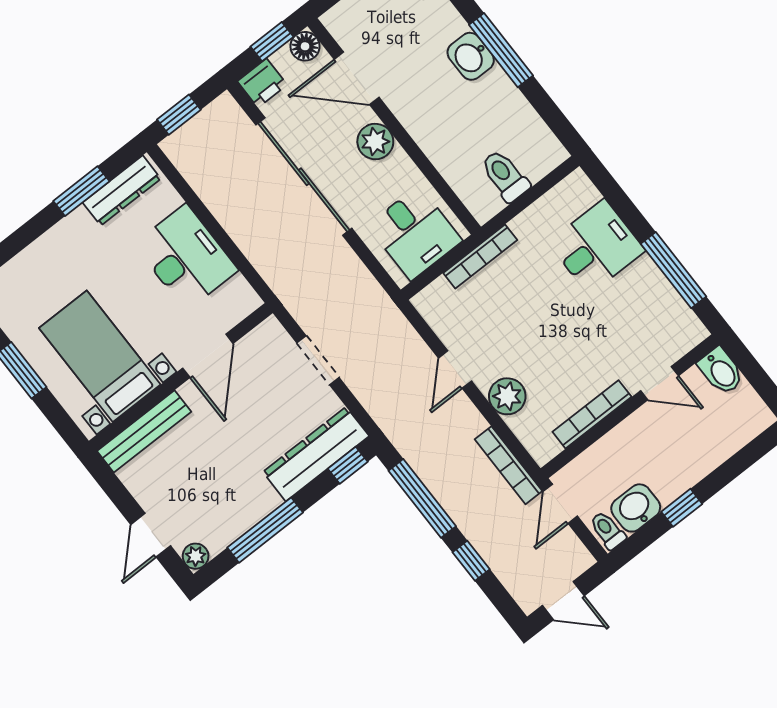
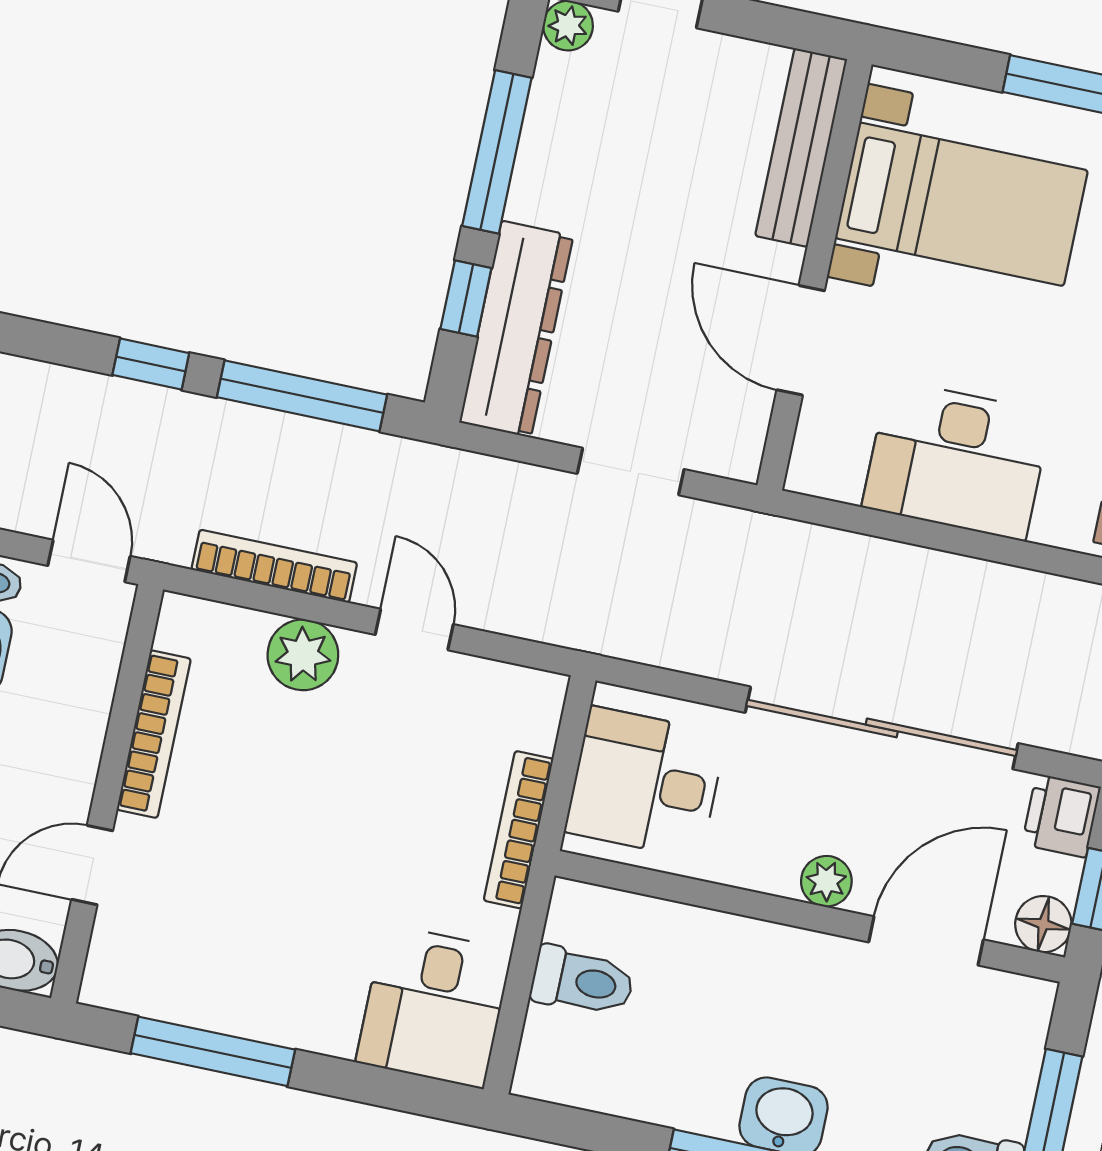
plant: (375, 142) -> (826, 881), width x0.73, depth x0.73
desk: (597, 247) -> (434, 1006), moved
window: (348, 465) -> (466, 298), moved
bookcase: (509, 465) -> (274, 566), moved

